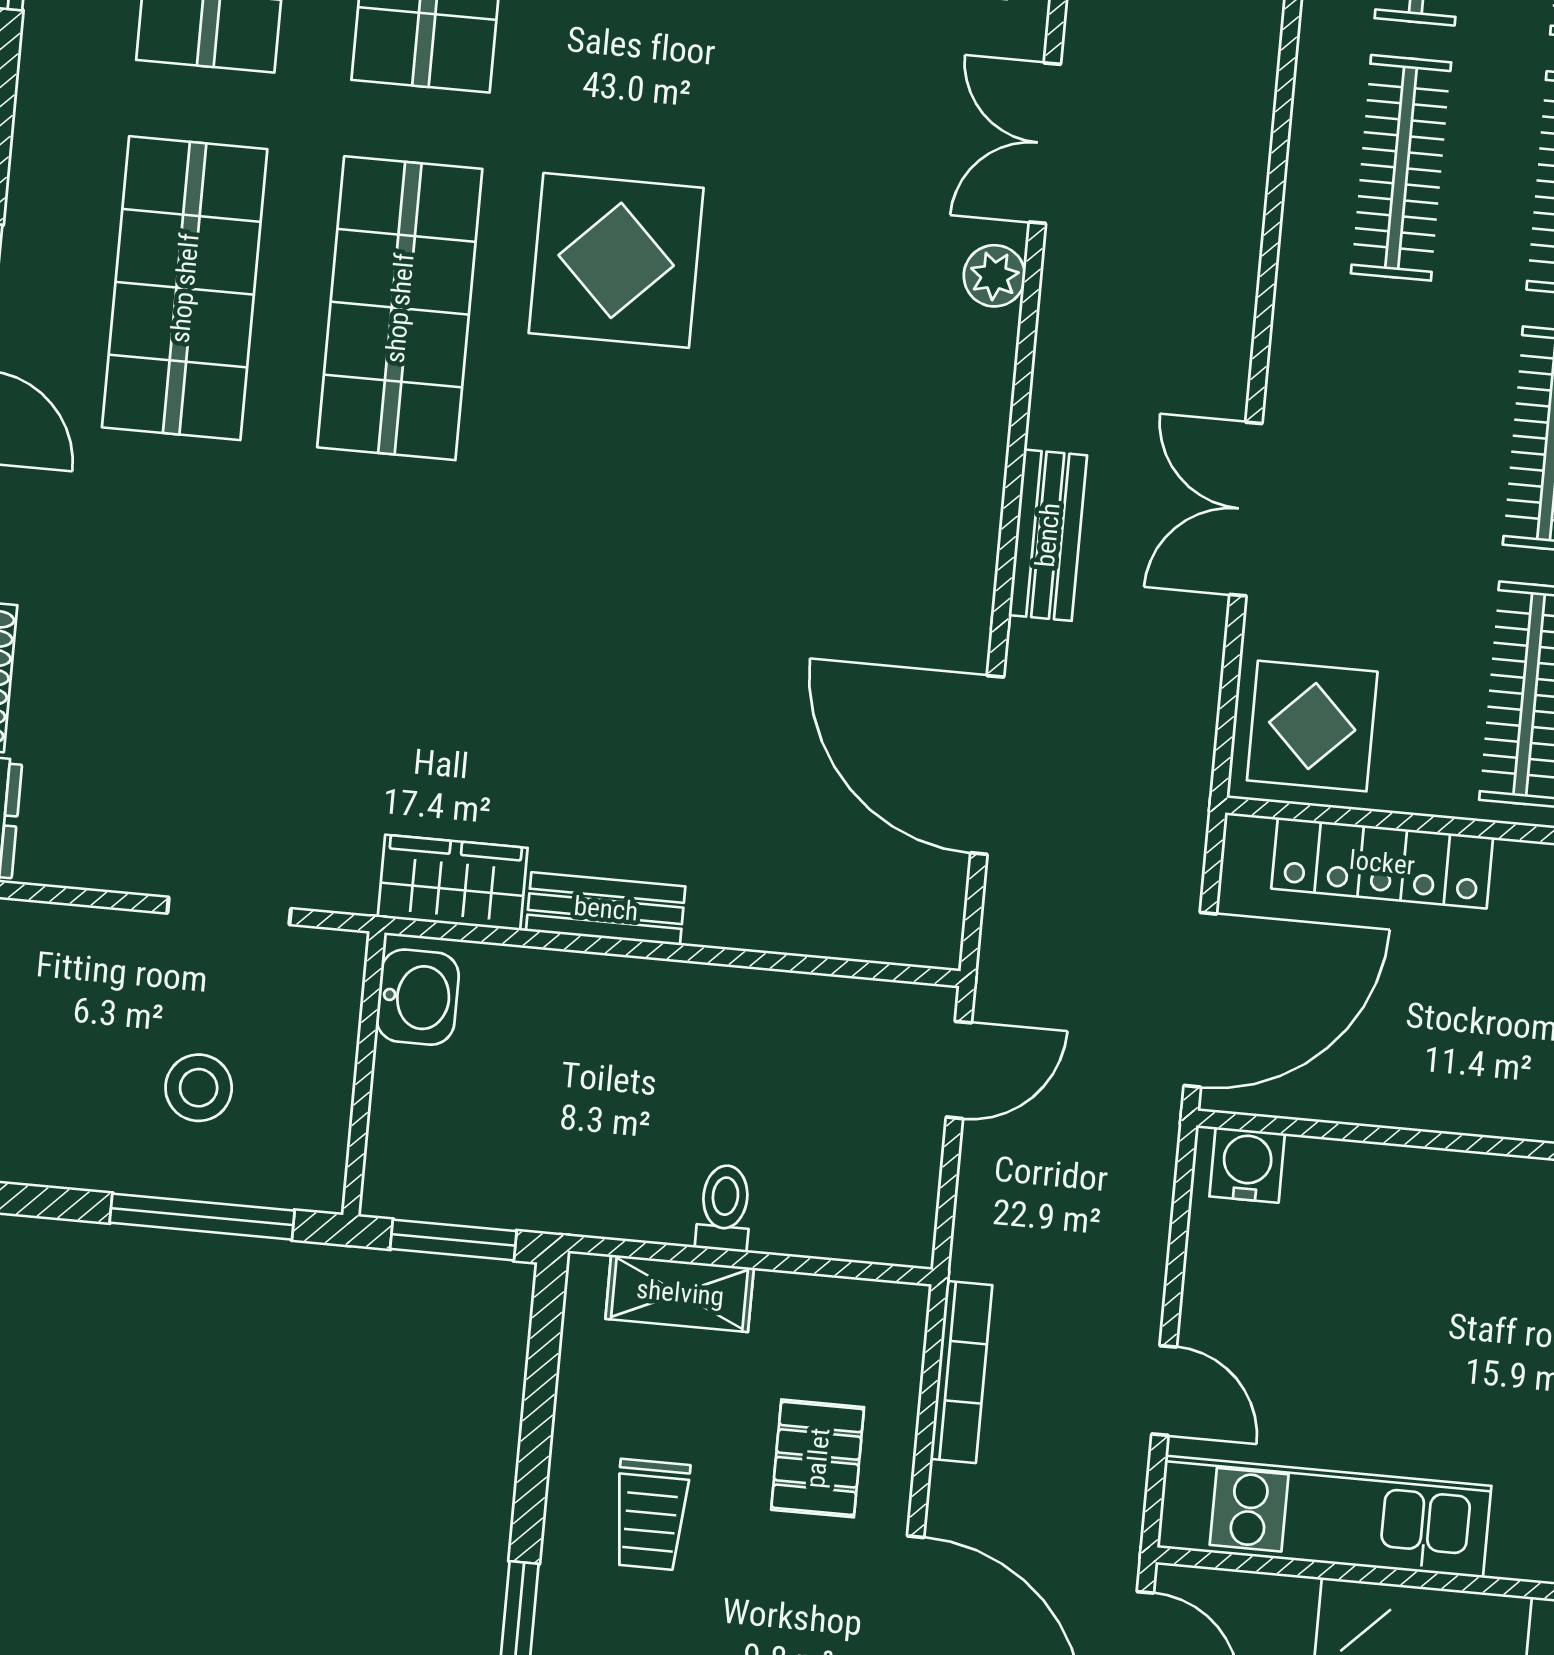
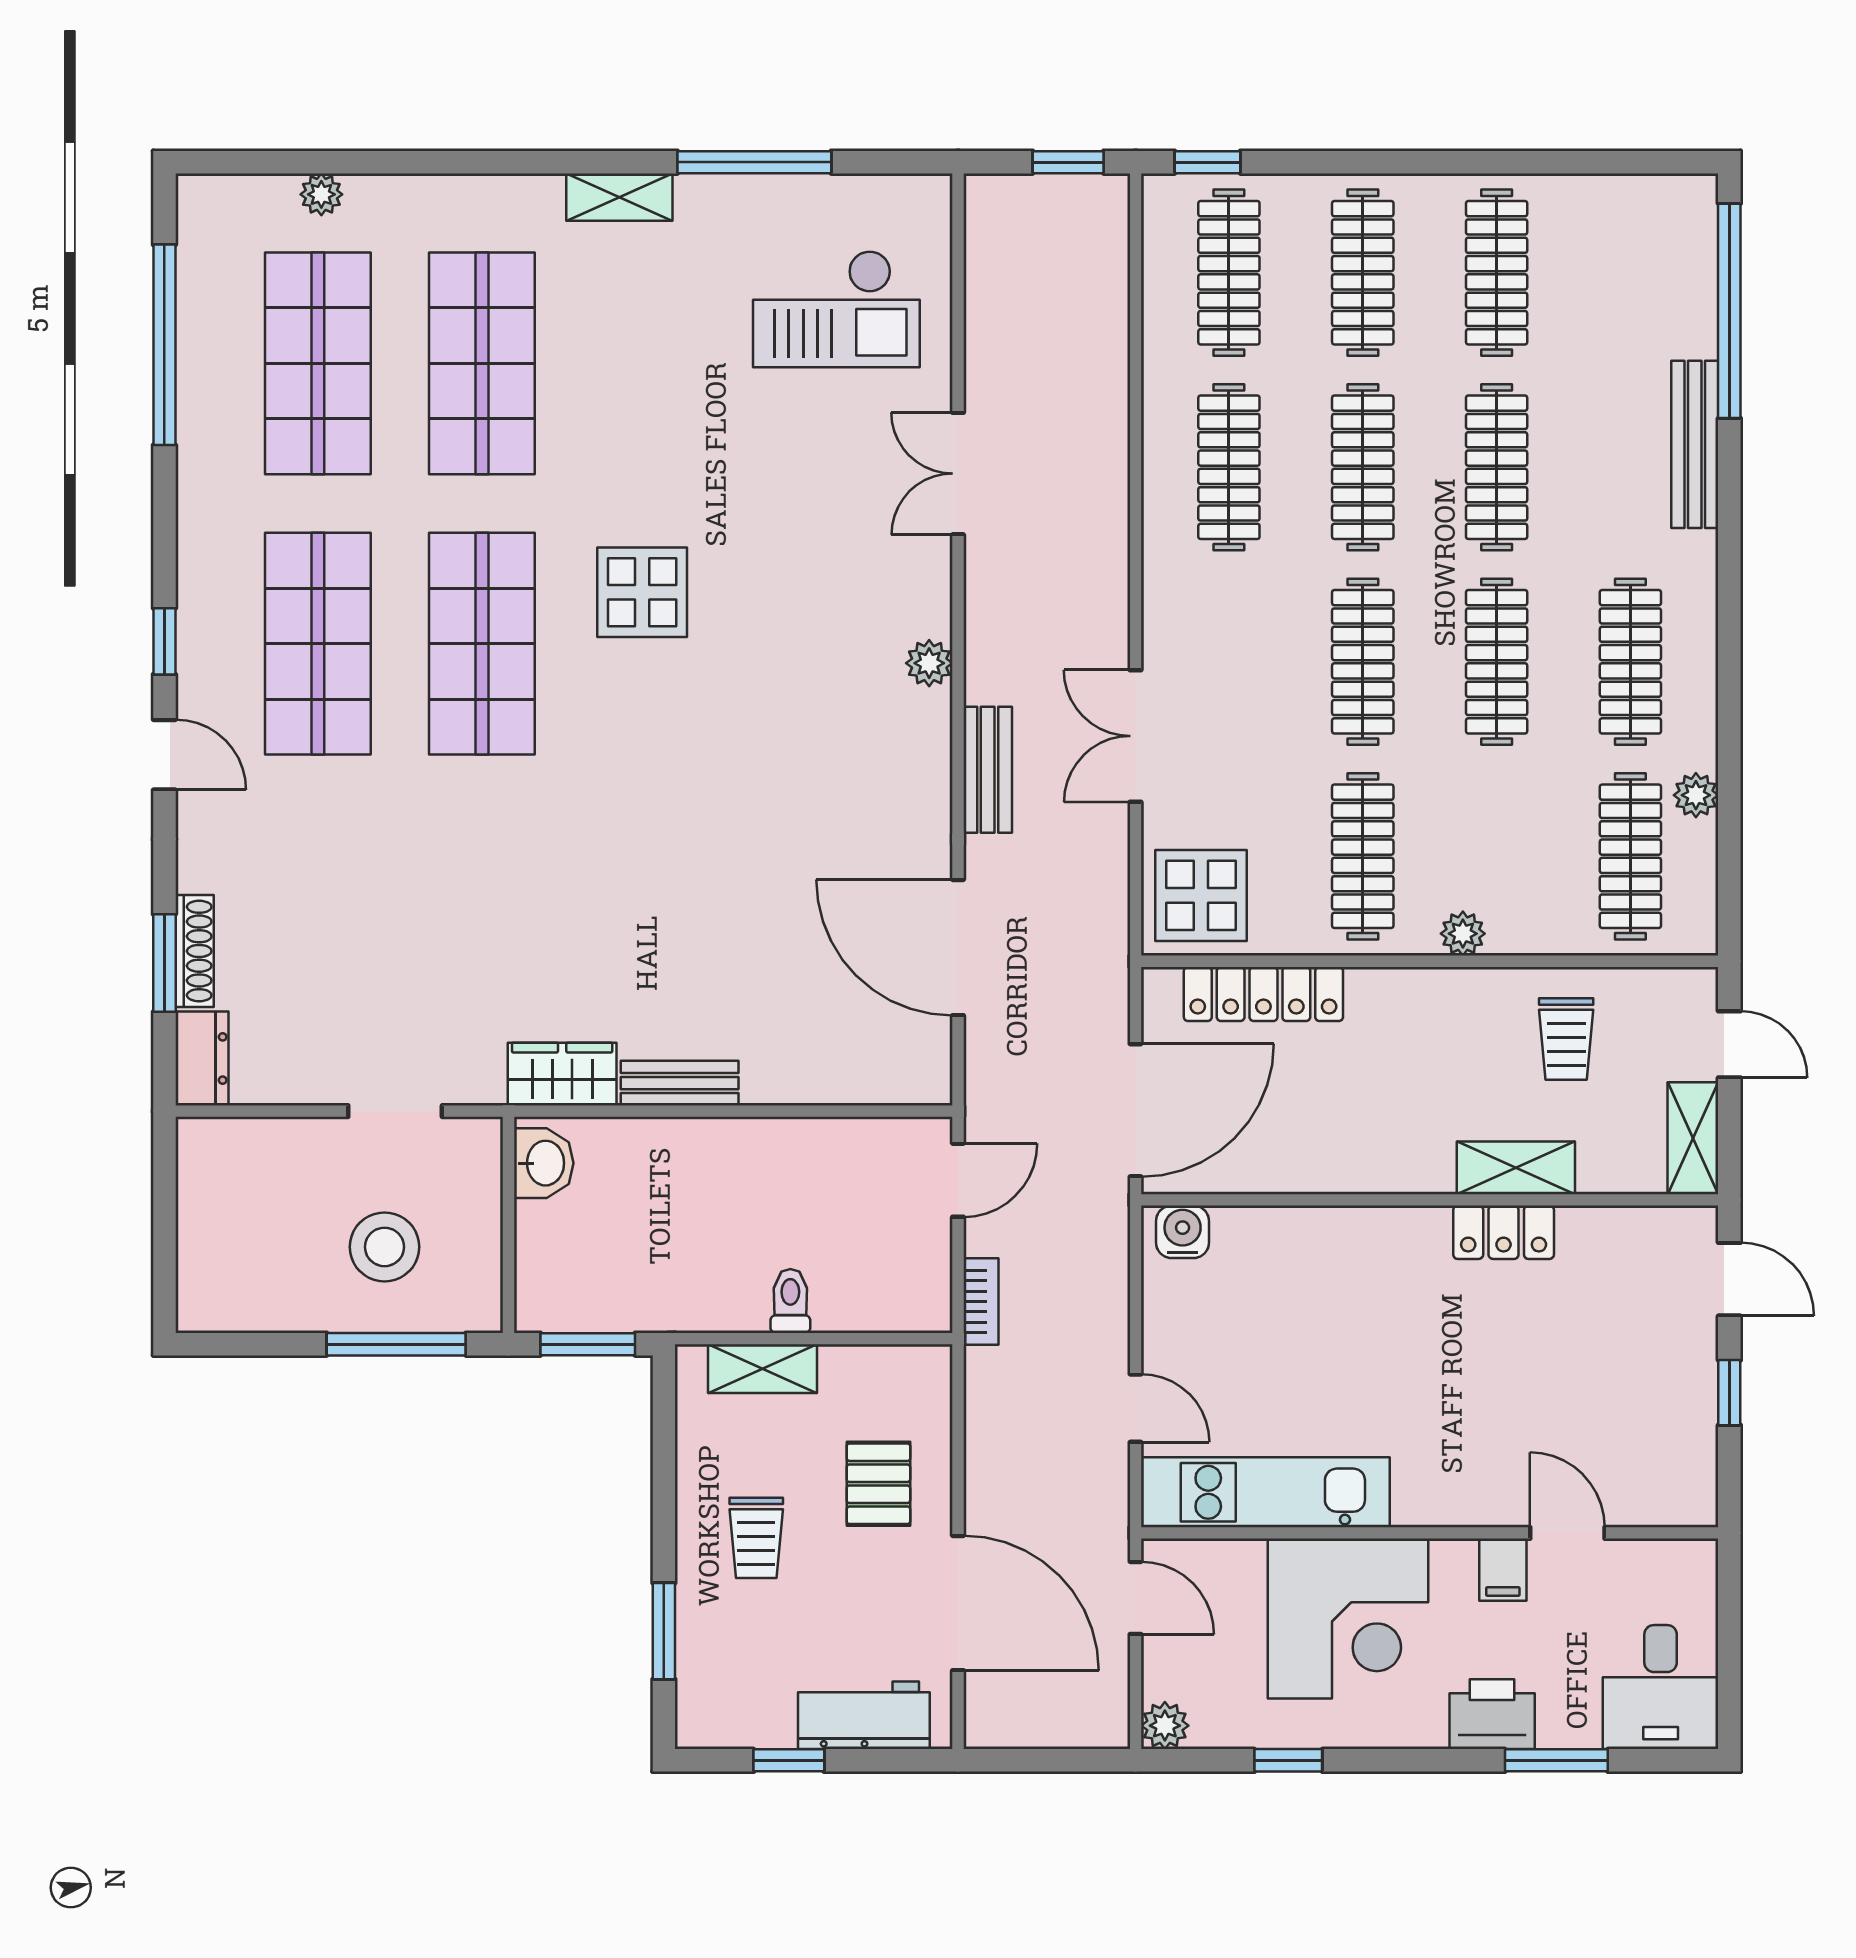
display table: (616, 260) -> (642, 592), width x0.73, depth x0.73
plant: (994, 276) -> (929, 663), moved
stool: (199, 1088) -> (384, 1247), width x1.38, depth x1.38
bookcase: (961, 1372) -> (981, 1302), moved, width x0.64

